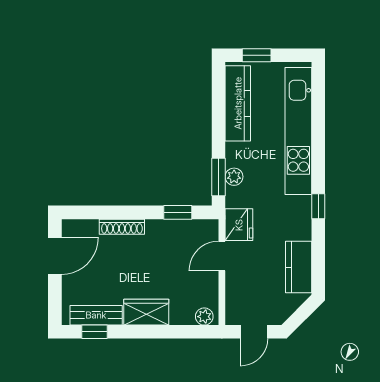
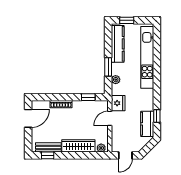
window: (219, 177) -> (108, 67), moved
window: (318, 206) -> (157, 116), moved
wardrobe: (146, 312) -> (78, 146), width x1.50

